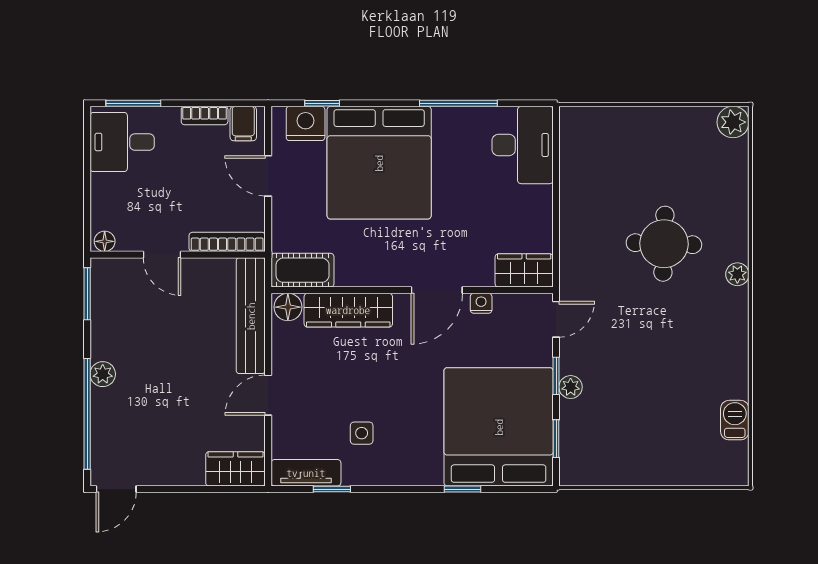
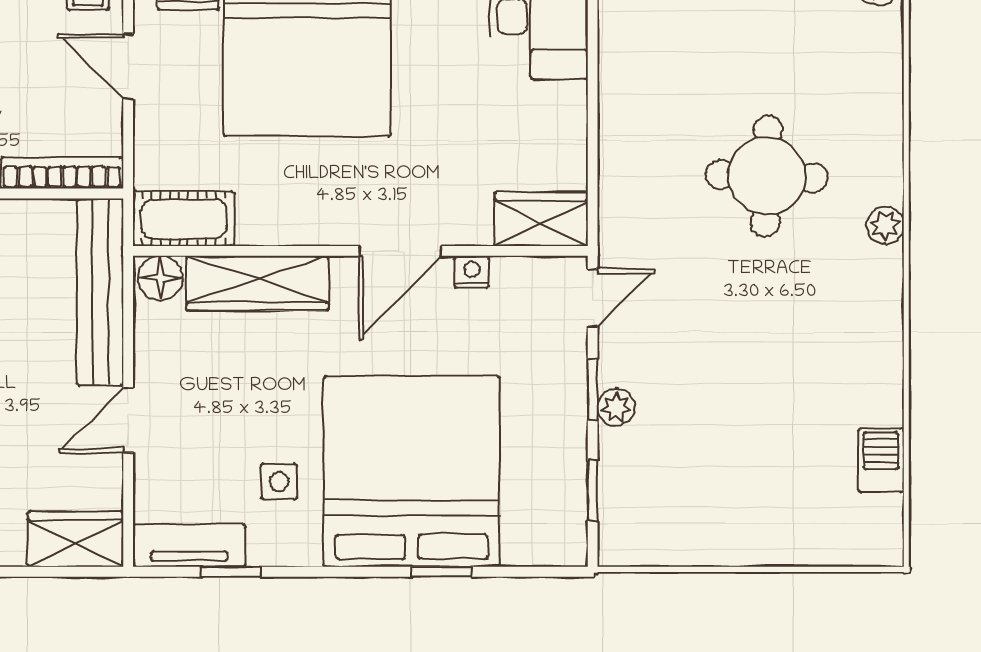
bed: (499, 427) -> (412, 471), moved

